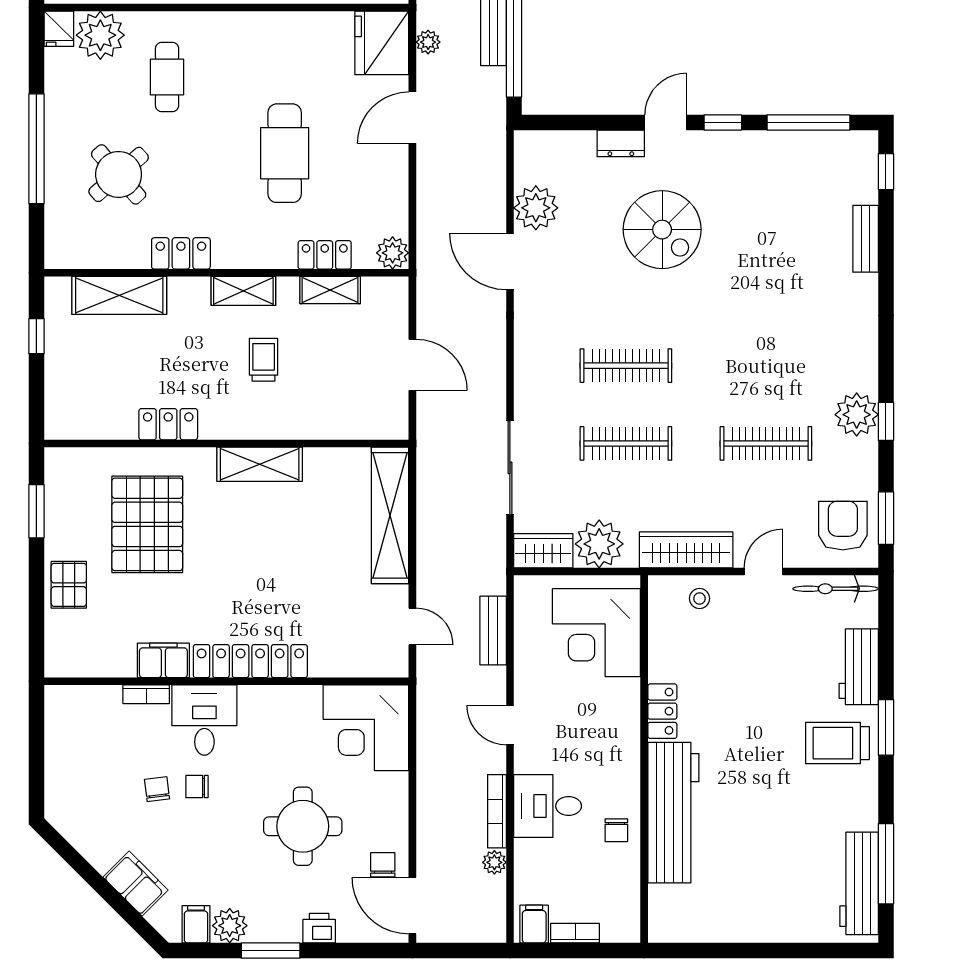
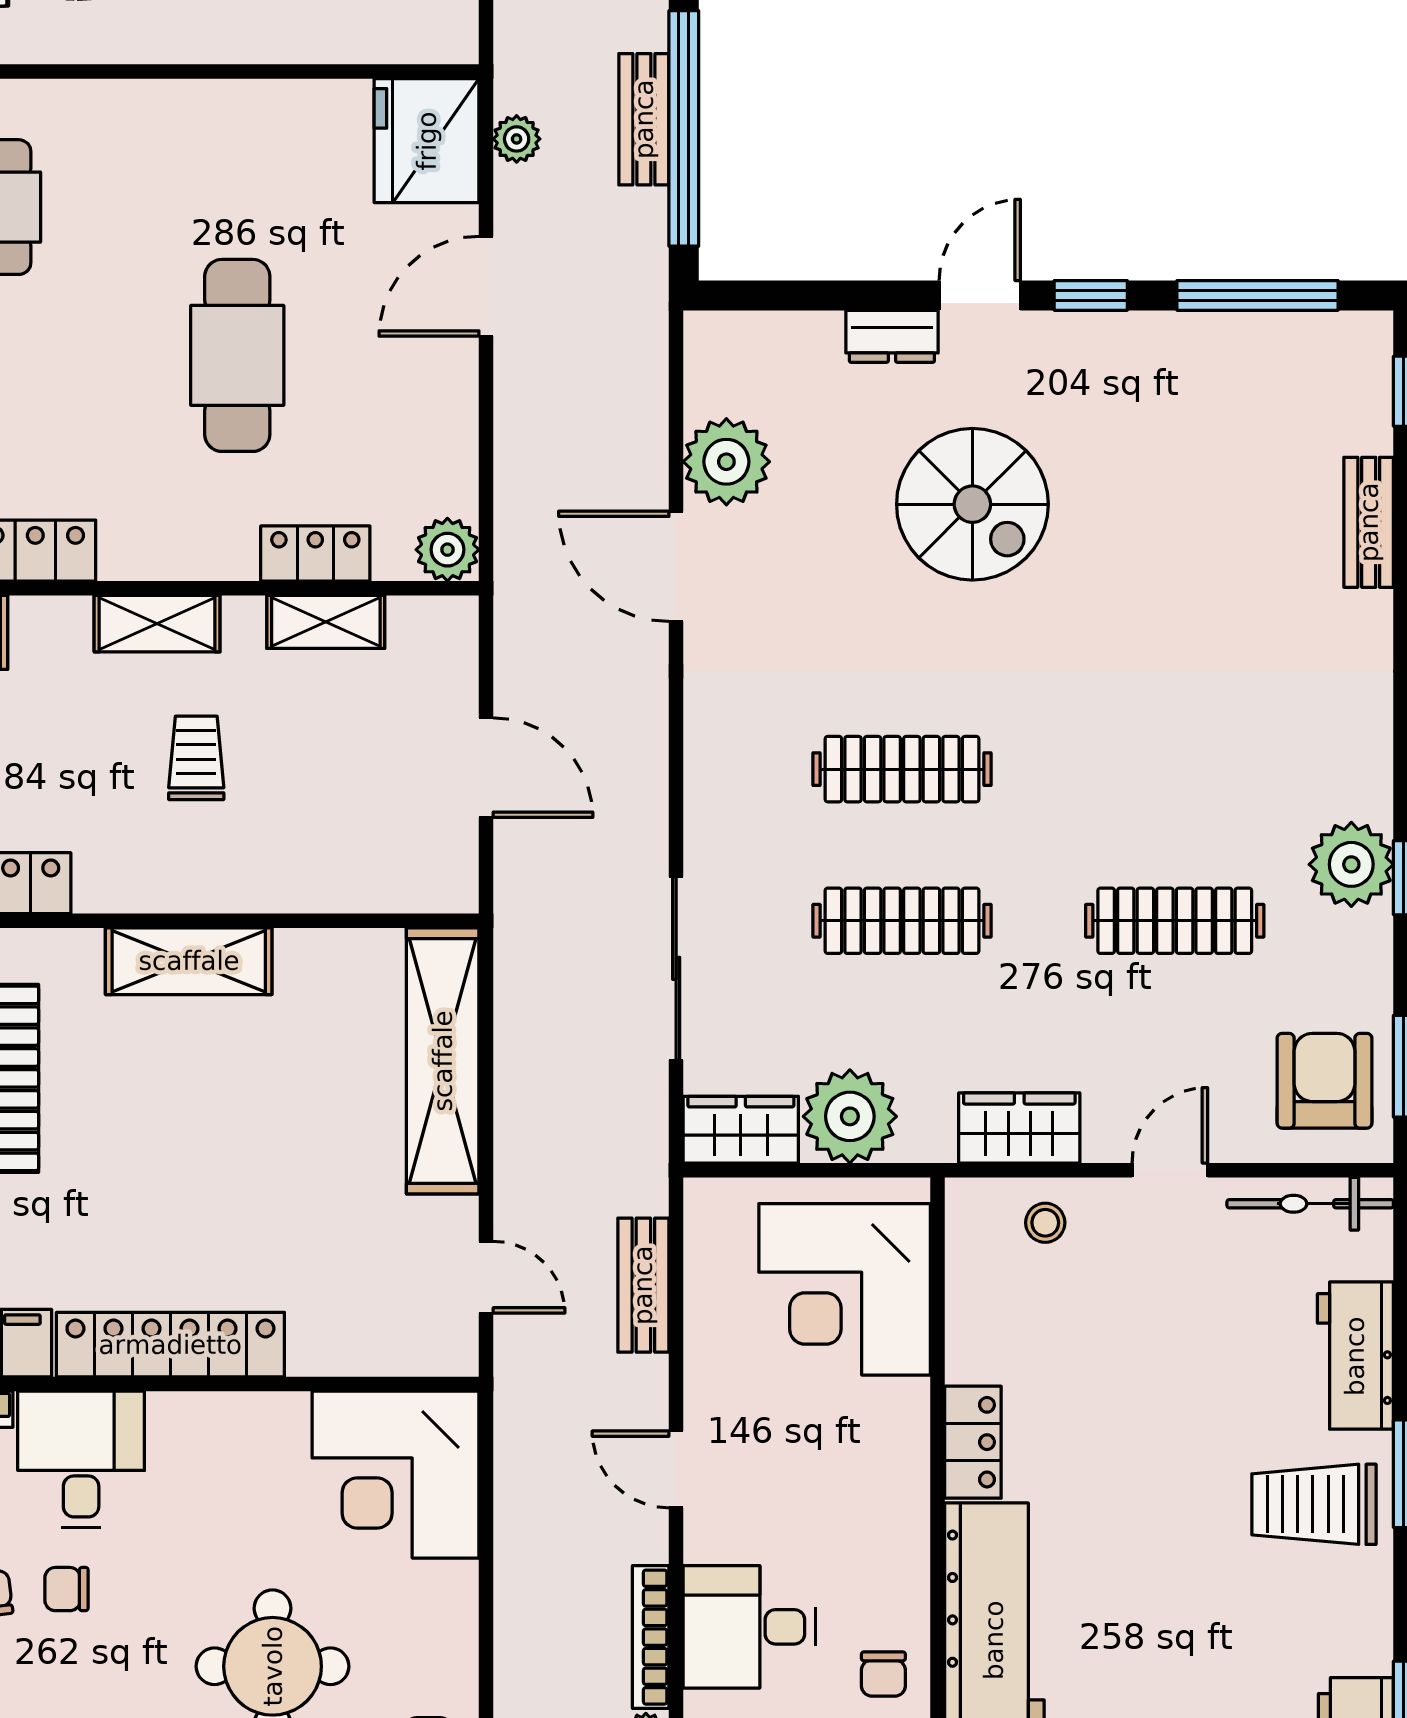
wardrobe: (686, 550) -> (1019, 1128), width x0.67

